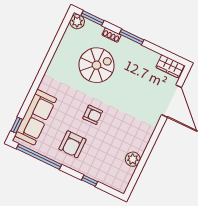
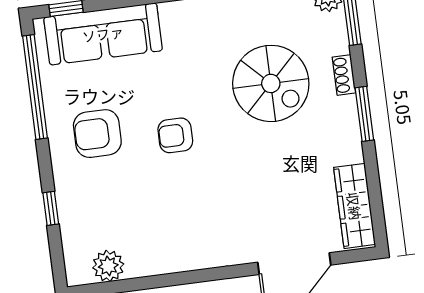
wardrobe: (170, 66) -> (354, 206), width x1.50
armchair: (93, 115) -> (175, 135), turned 91
plant: (133, 159) -> (108, 266), moved

